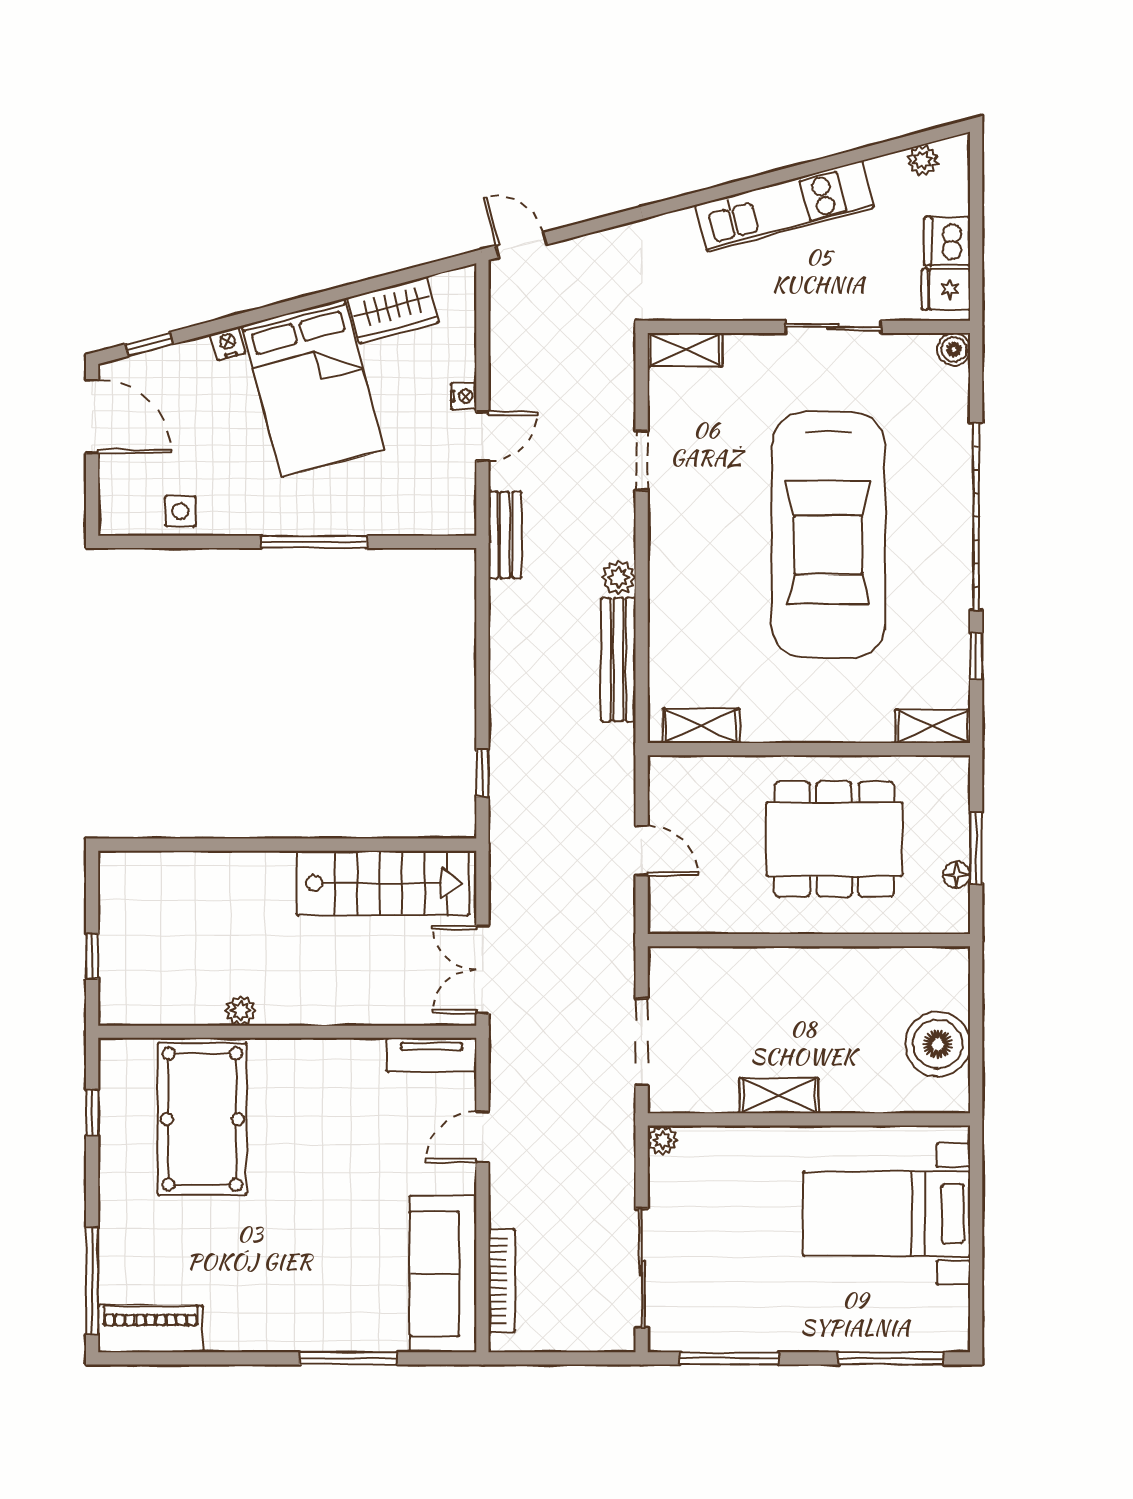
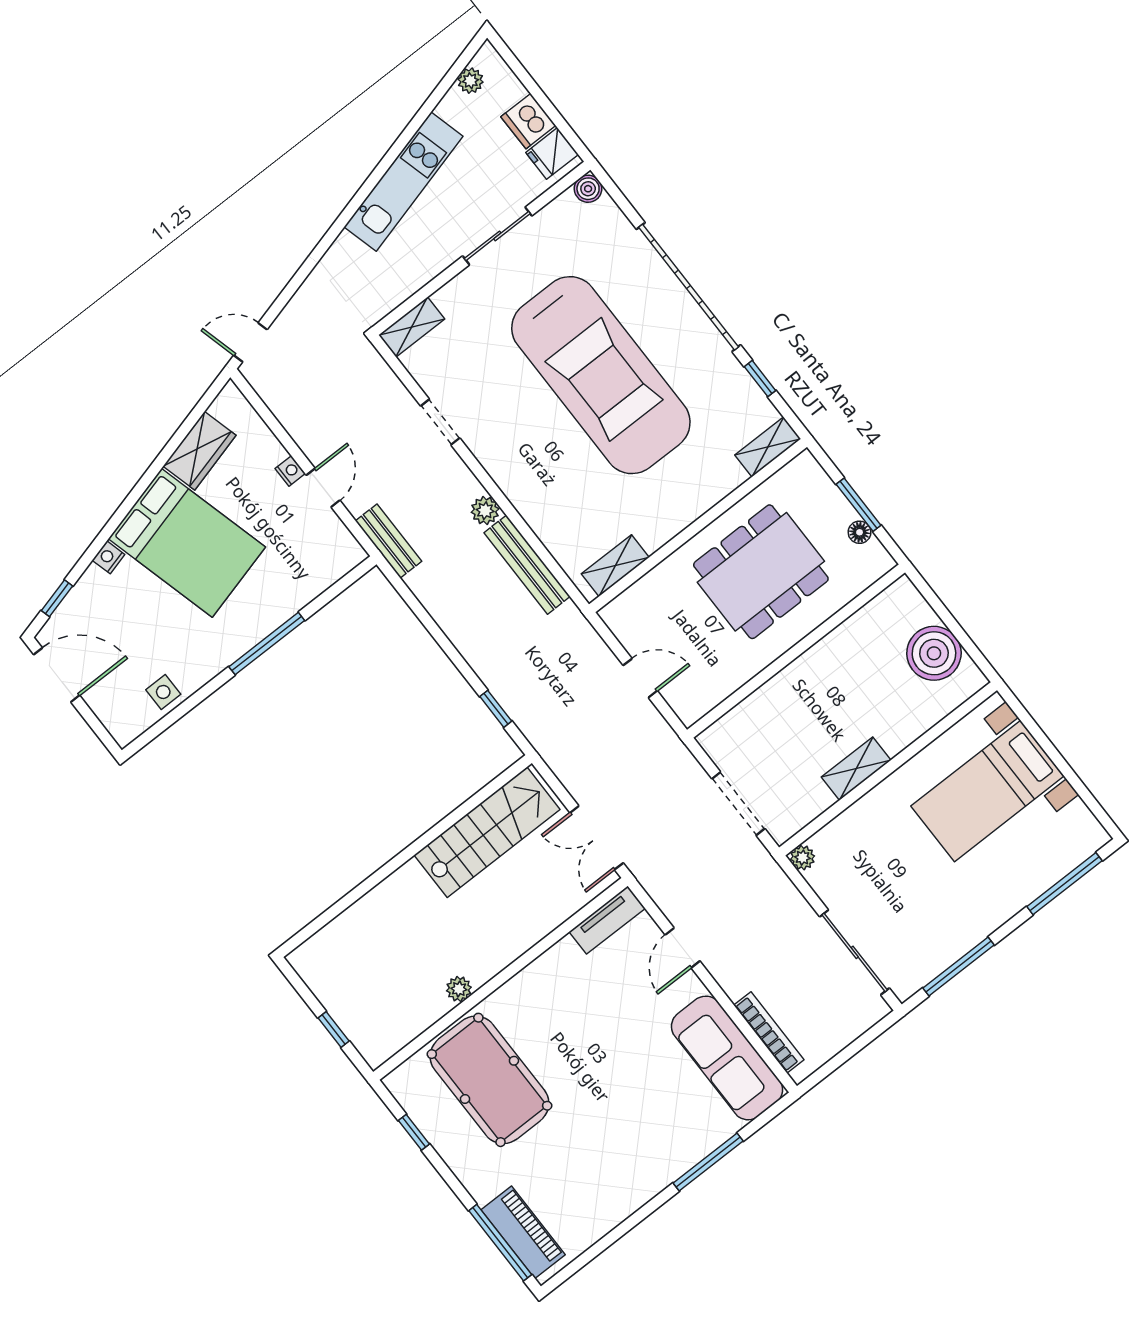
piano: (151, 1329) -> (523, 1232), moved, turned 90

